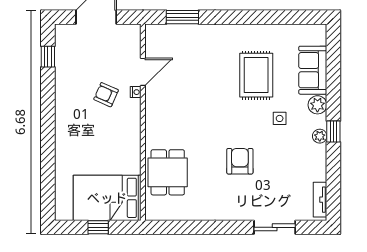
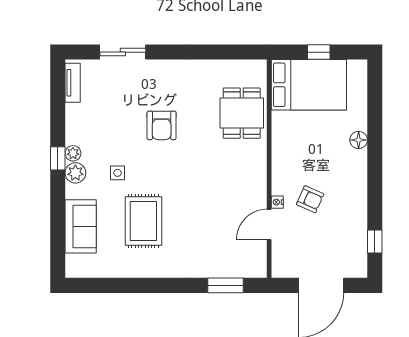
plant: (317, 105) -> (75, 173), moved
floor lamp: (62, 148) -> (359, 140), added

